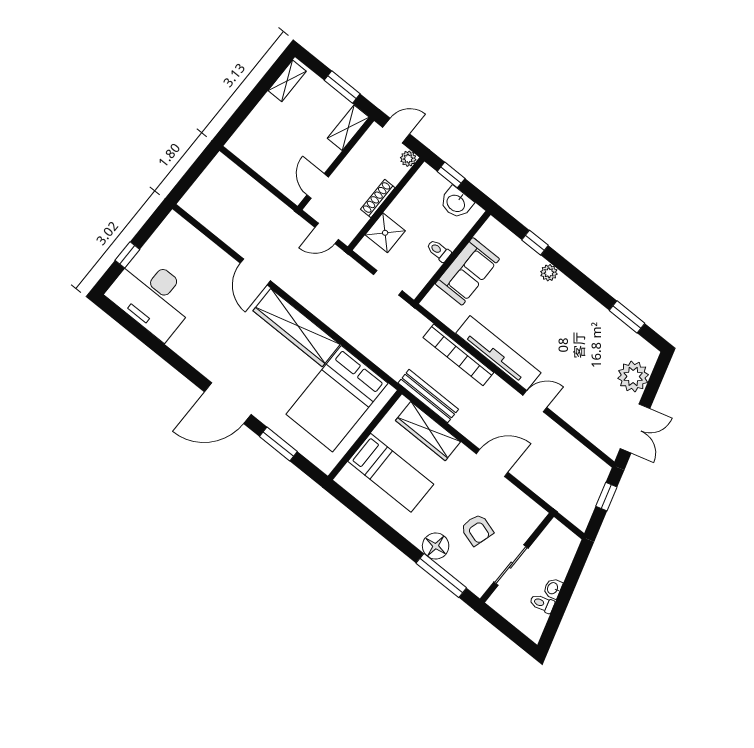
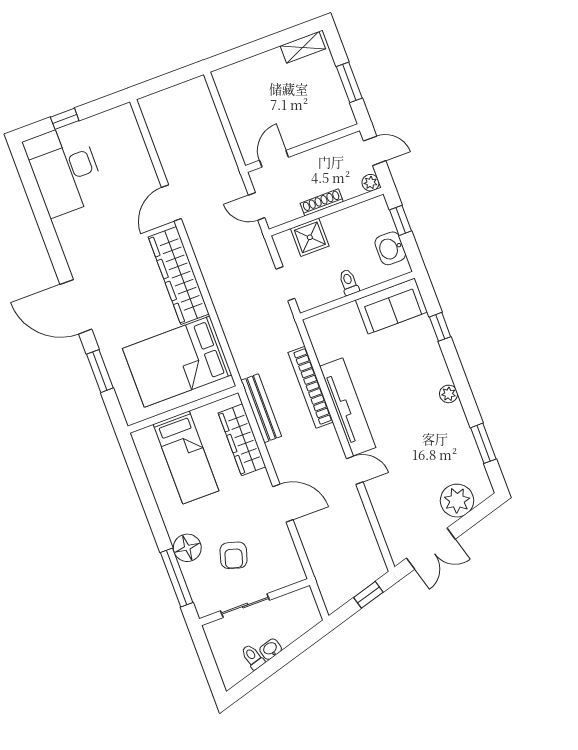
shelving: (348, 128) -> (333, 122), removed
sofa: (467, 271) -> (392, 306), moved
plant: (549, 273) -> (449, 394), moved

